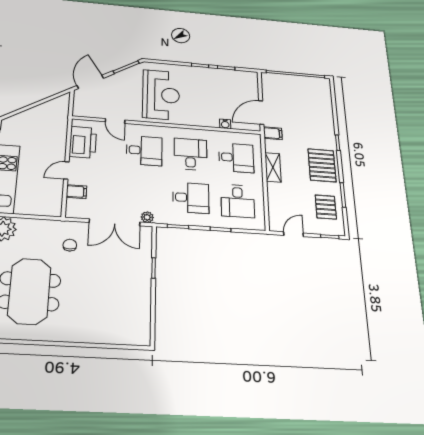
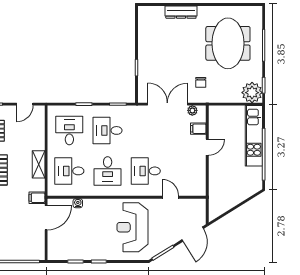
printer: (83, 142) -> (196, 174), removed
plant: (147, 217) -> (192, 110), moved
dresser: (91, 335) -> (181, 12), added

